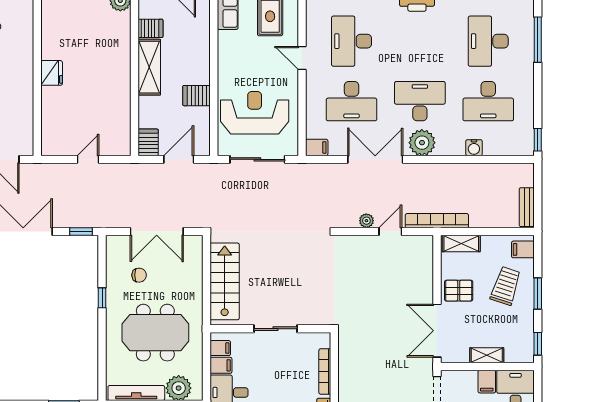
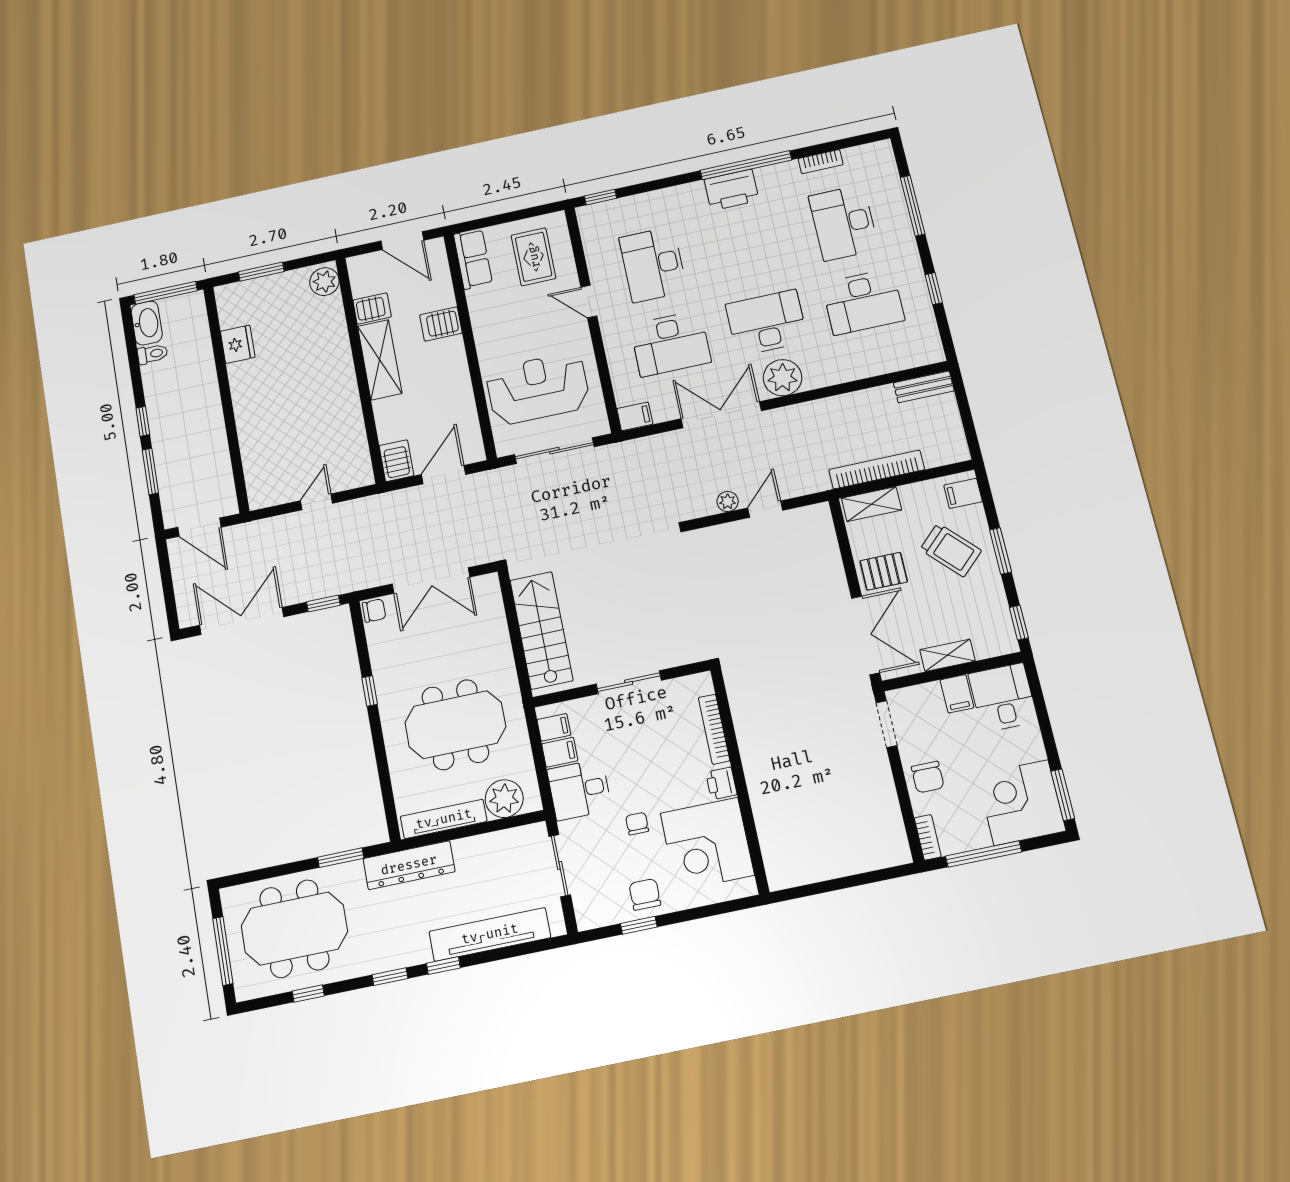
fridge: (52, 73) -> (238, 344), moved
server rack: (196, 96) -> (441, 324), moved
window: (538, 140) -> (934, 289), moved
water cooler: (474, 148) -> (858, 369), removed
bench: (527, 207) -> (924, 387), moved, turned 90
bookcase: (437, 221) -> (877, 470), moved
chair: (139, 275) -> (374, 611), moved
trolley: (506, 286) -> (951, 550), turned 118
double door: (437, 331) -> (866, 635), swing flipped

